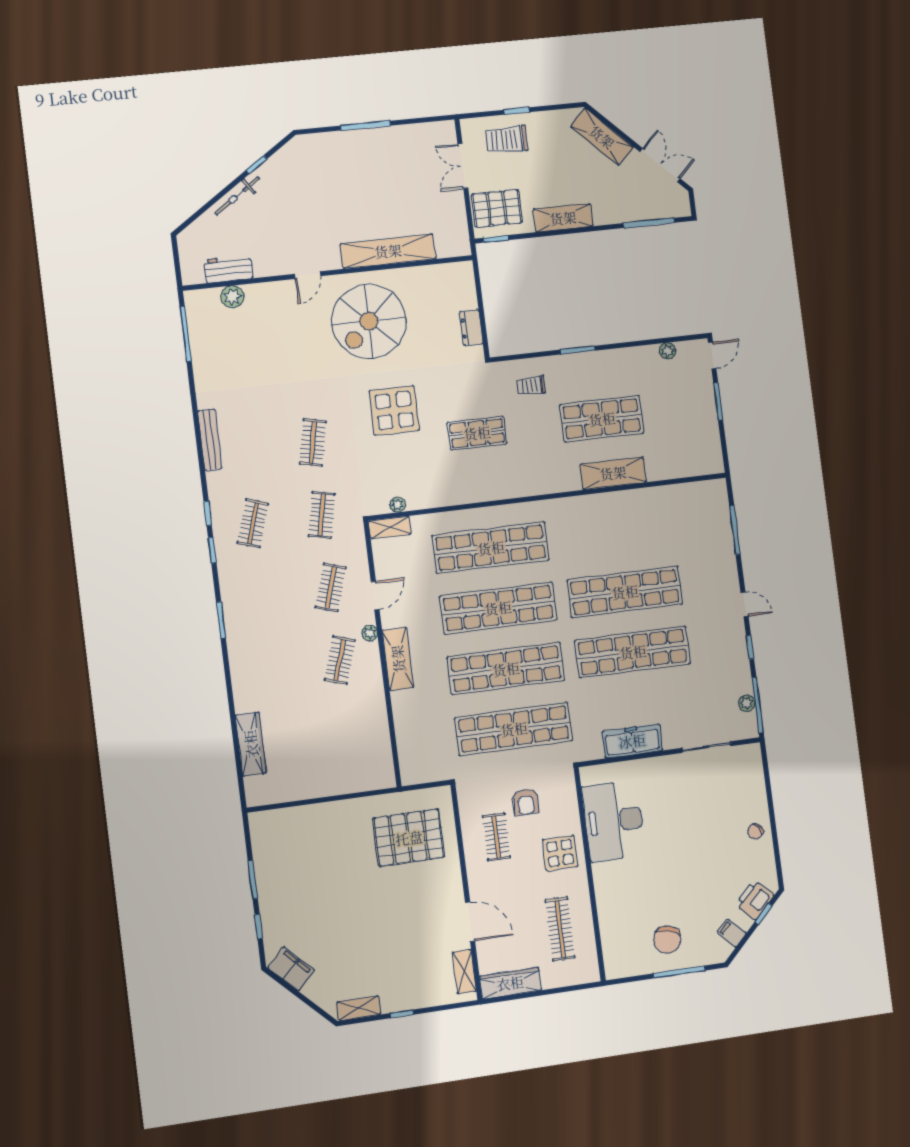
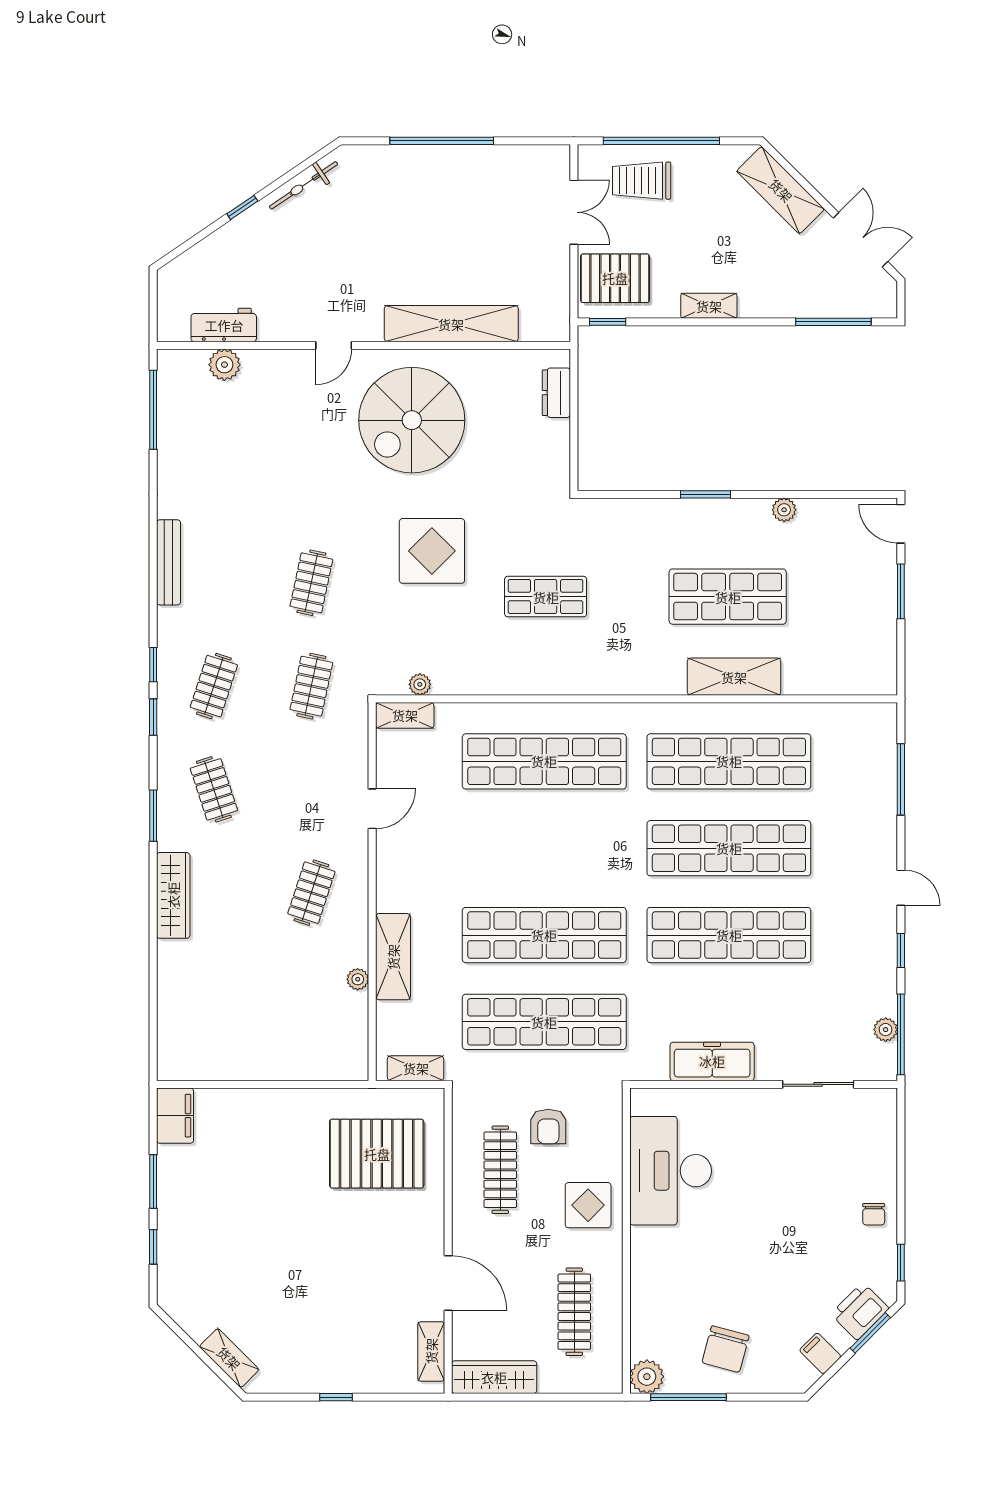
window: (517, 111) -> (661, 141), width x3.17
window: (365, 126) -> (442, 141), width x1.46
window: (256, 165) -> (242, 207), moved
double door: (463, 166) -> (574, 212), swing flipped
bicycle: (237, 196) -> (304, 185), moved
shelving: (563, 218) -> (709, 306), width x0.67, depth x0.75
dresser: (471, 328) -> (556, 393), moved
plant: (668, 351) -> (784, 510), moved
door: (712, 355) -> (901, 524), swing flipped
trolley: (531, 386) -> (632, 538), removed
clothes rail: (331, 587) -> (214, 789), moved, turned -36
shop shelf: (498, 608) -> (729, 761), moved
plant: (370, 633) -> (358, 979), moved
shelving: (398, 659) -> (393, 957), moved
wardrobe: (251, 744) -> (173, 895), moved
shelving: (428, 774) -> (416, 1068), added
chair: (755, 831) -> (874, 1214), turned -55
clothes rail: (496, 837) -> (500, 1170), width x1.36
window: (778, 862) -> (901, 1263), added
window: (764, 914) -> (870, 1333), width x1.50
plant: (616, 967) -> (647, 1377), added
filing cabinet: (291, 969) -> (175, 1116), moved, turned 45
window: (679, 972) -> (688, 1397), moved
shelving: (359, 1008) -> (229, 1358), moved, turned 45

